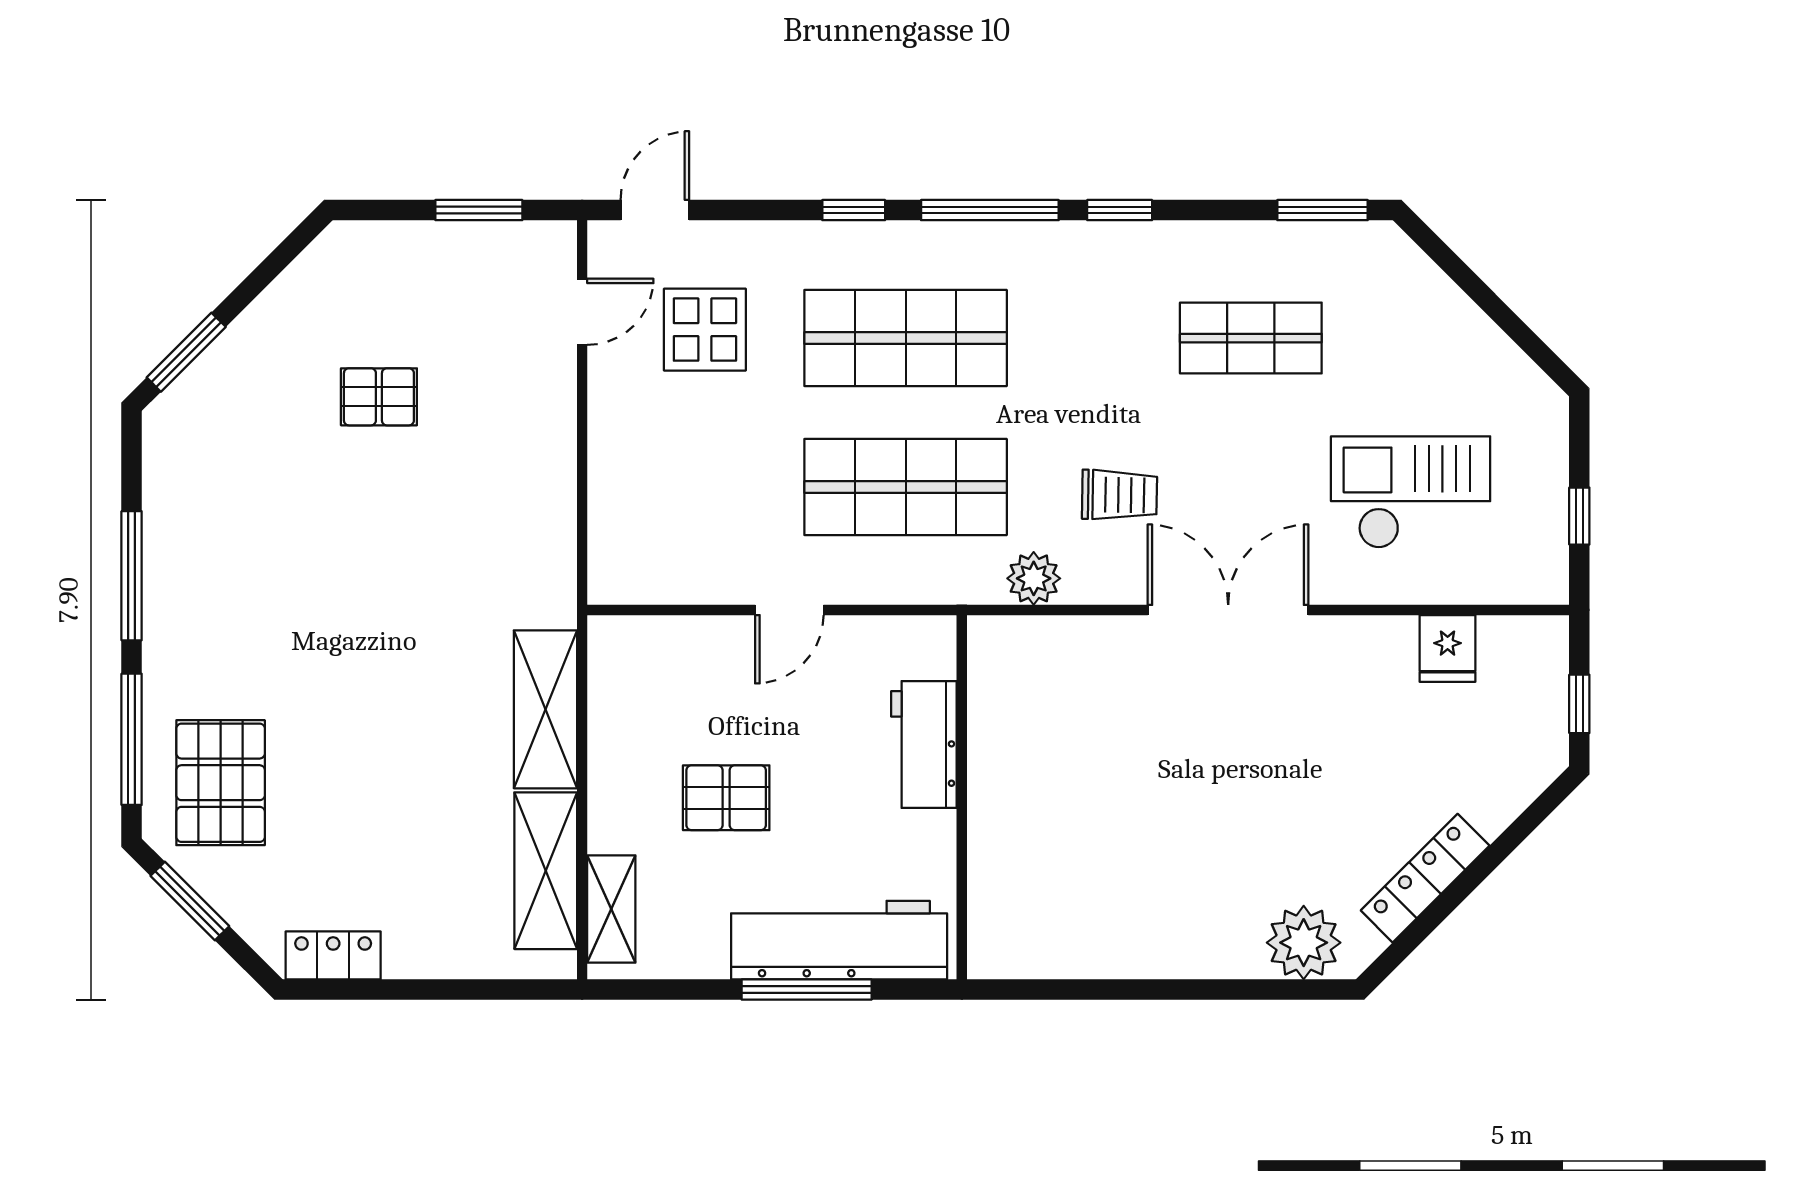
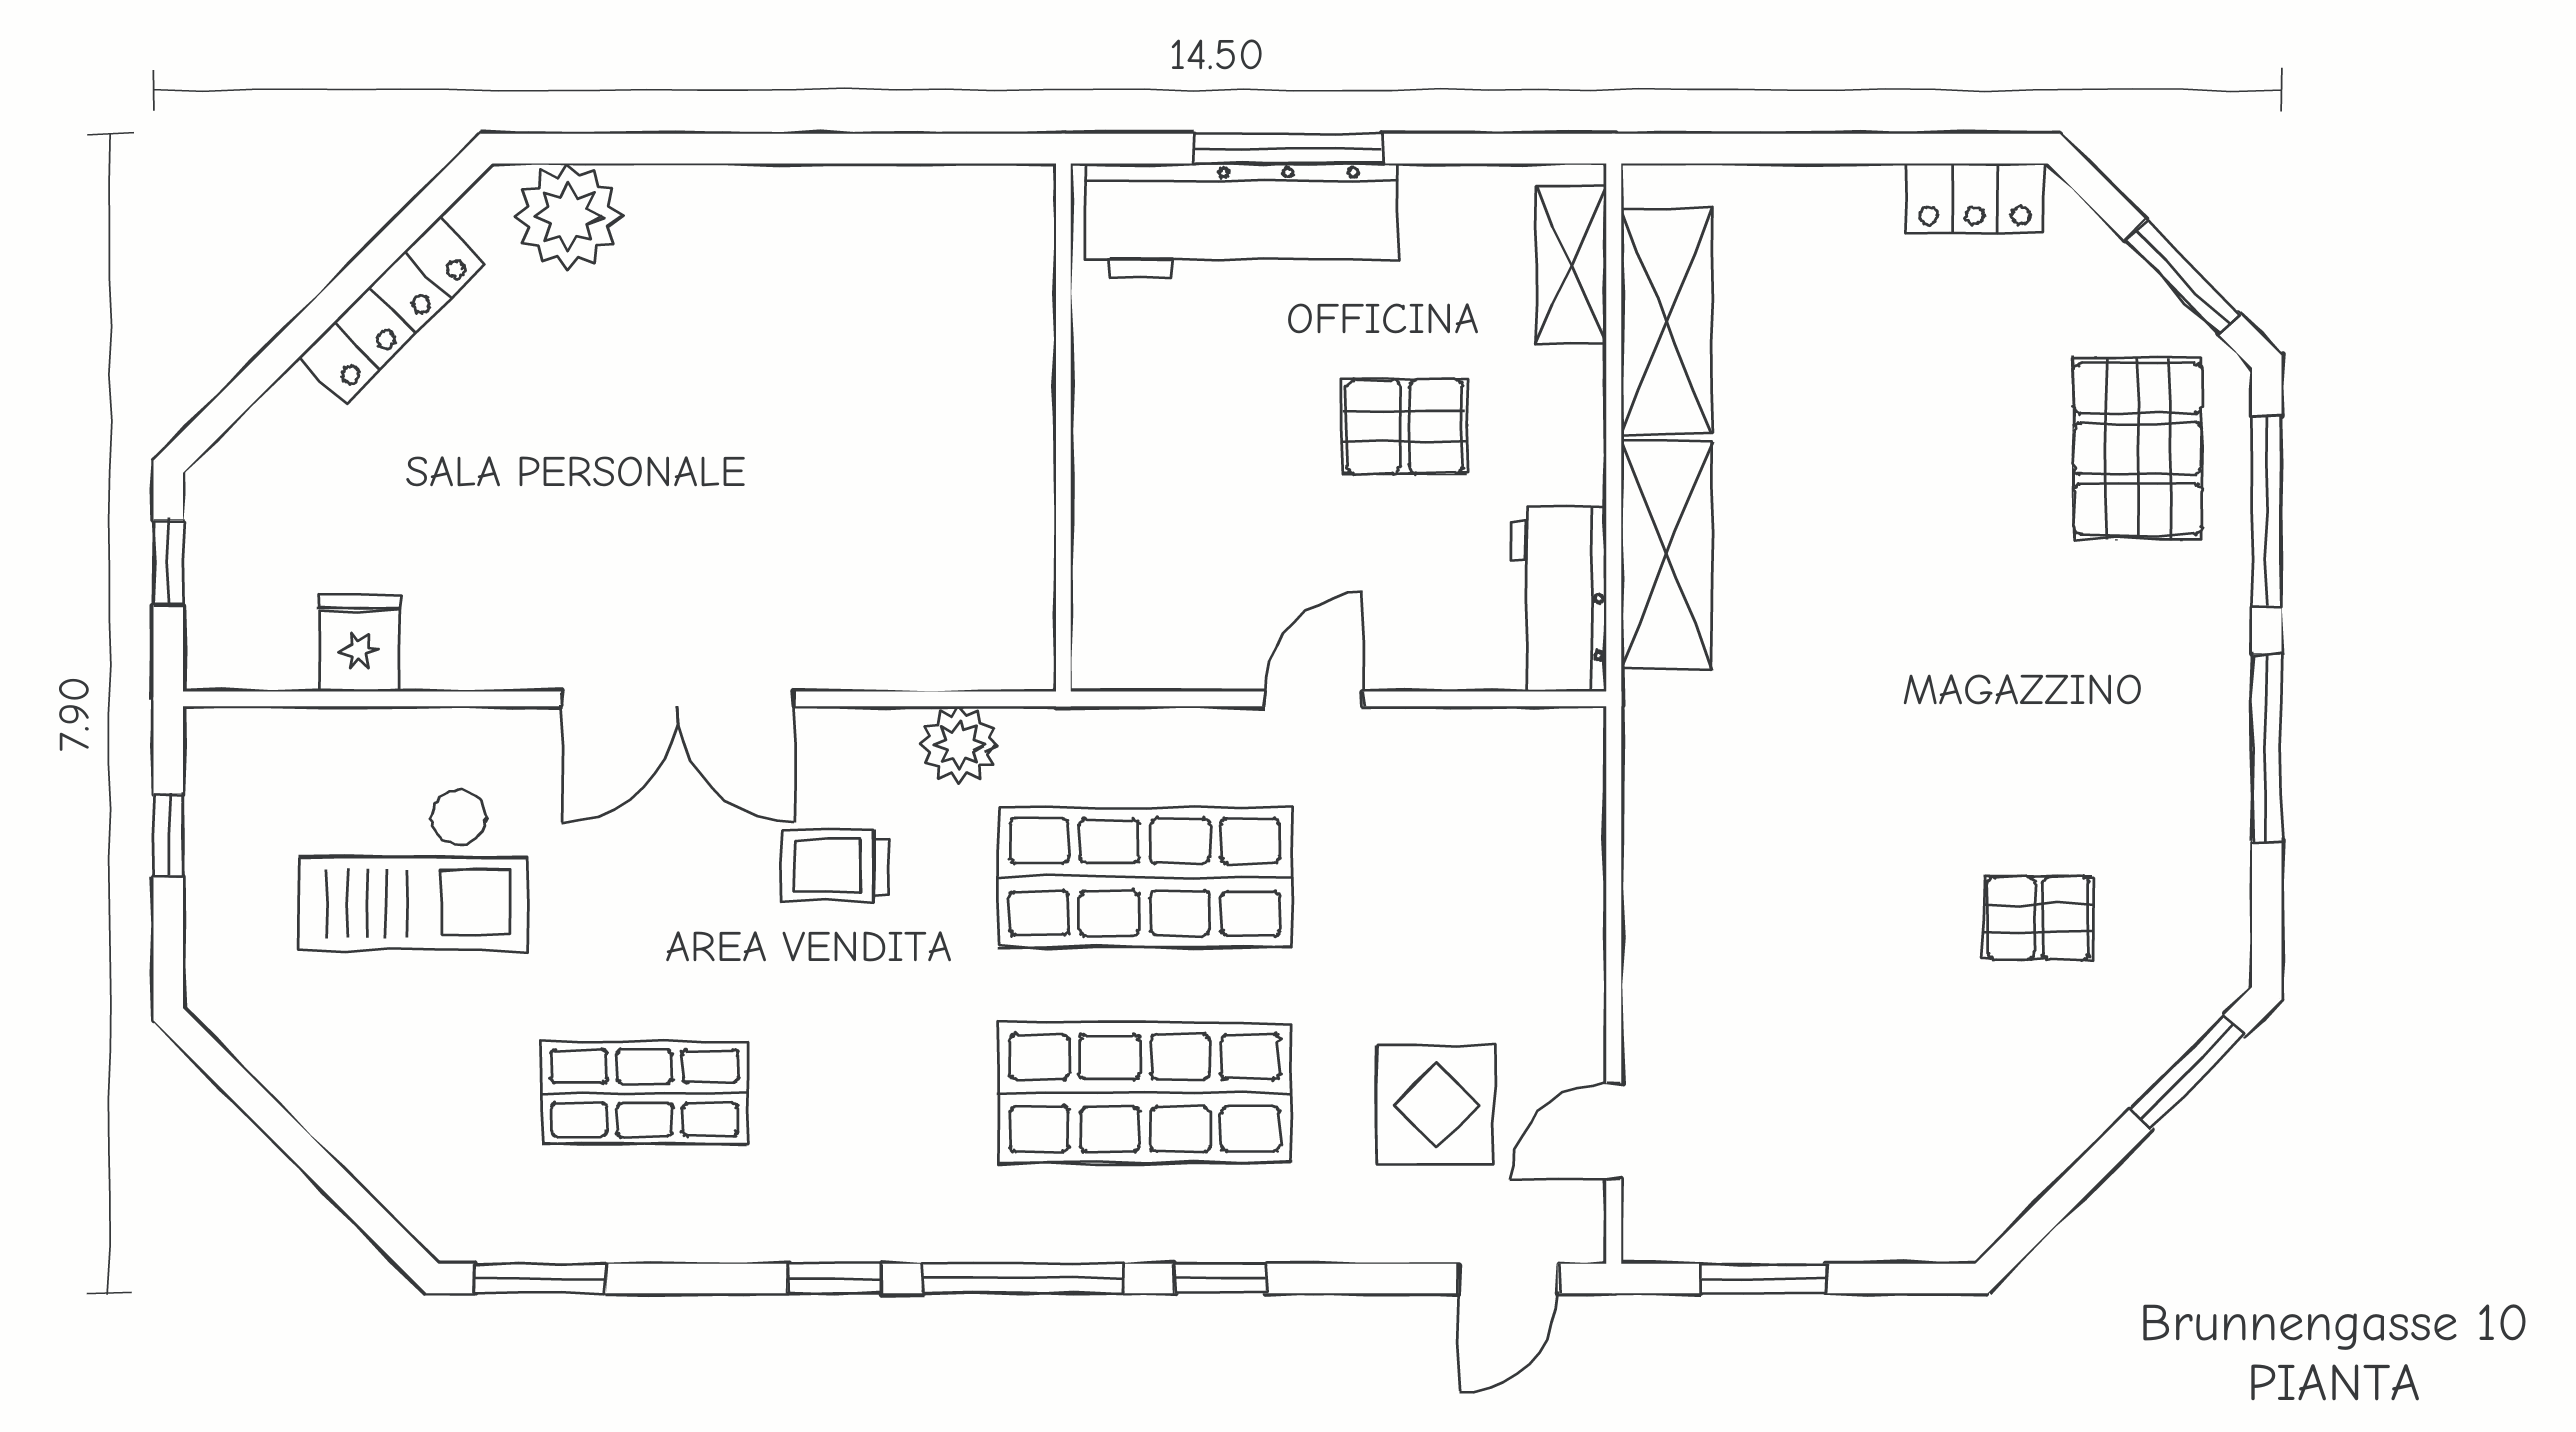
pallet: (379, 397) -> (2039, 918), moved
workbench: (924, 745) -> (1559, 600), moved, turned 180

